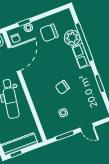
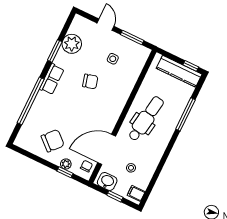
chair: (49, 33) -> (53, 141), turned -48
plant: (72, 38) -> (72, 44), moved
row of seats: (81, 56) -> (52, 79), moved

